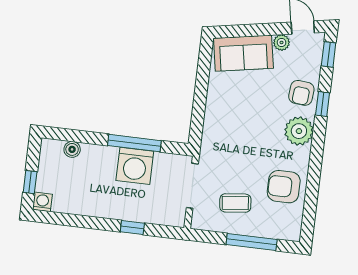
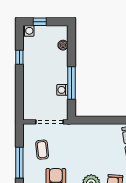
washing machine: (135, 166) -> (62, 90), width x0.53, depth x0.53
window: (132, 228) -> (19, 57), moved

